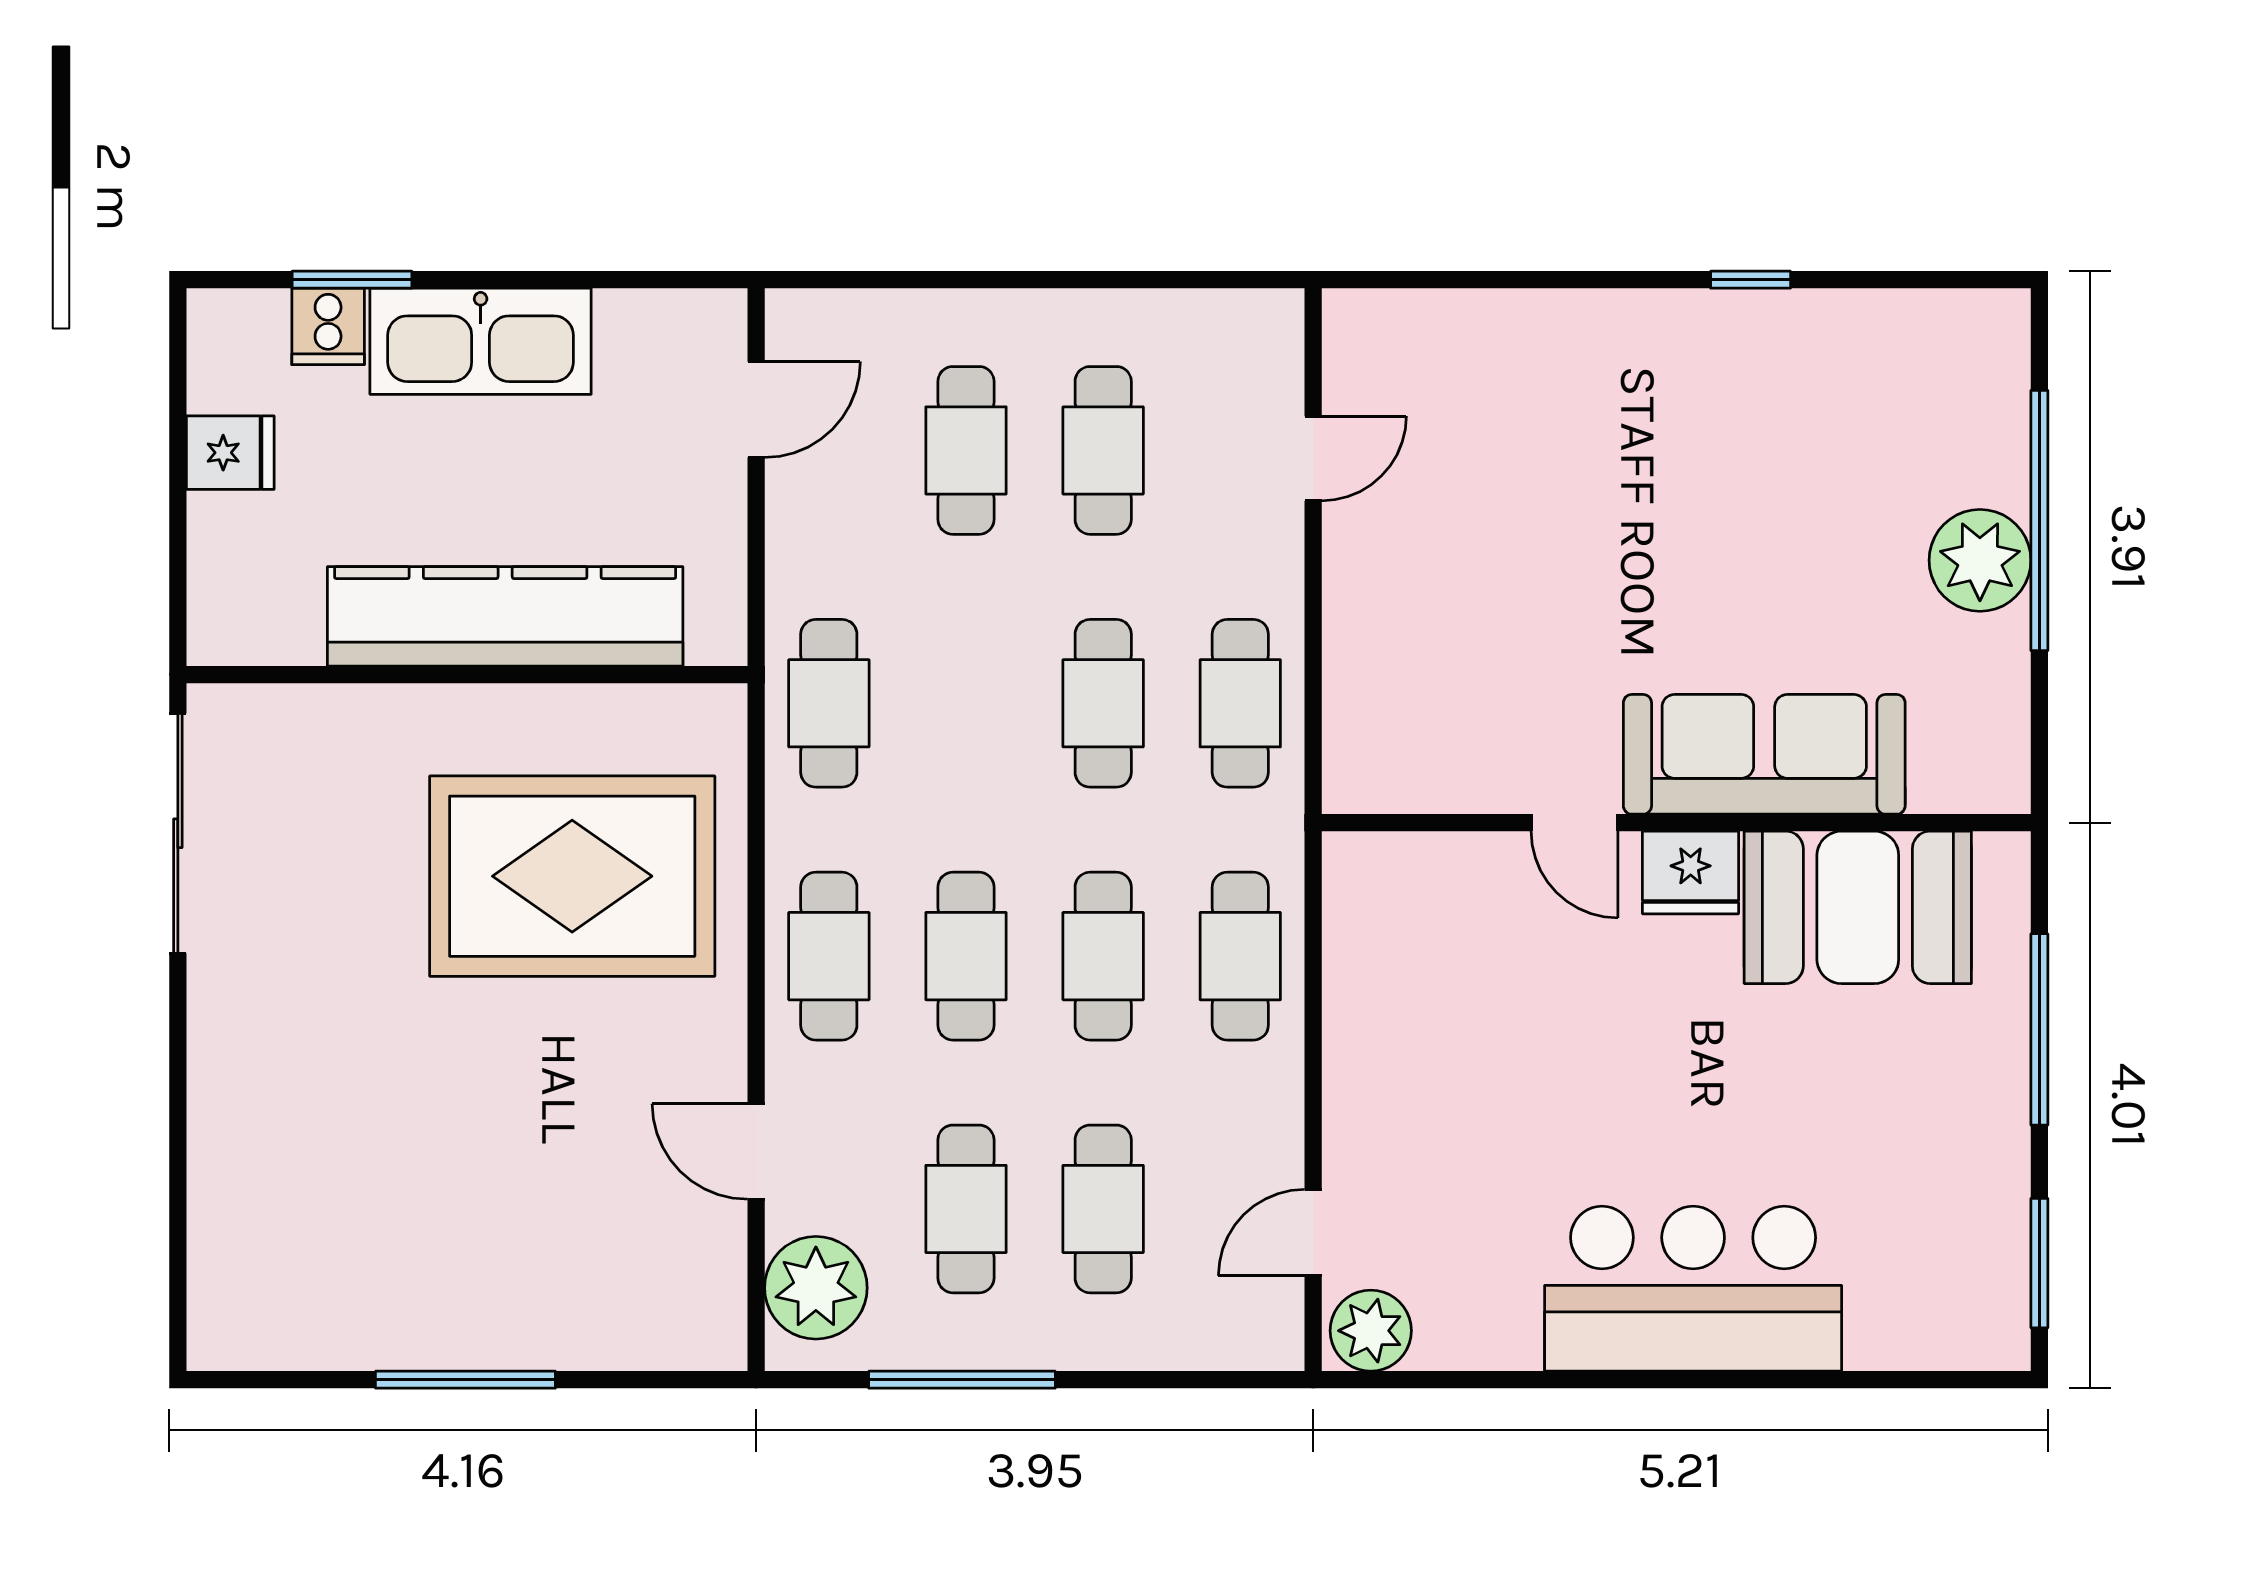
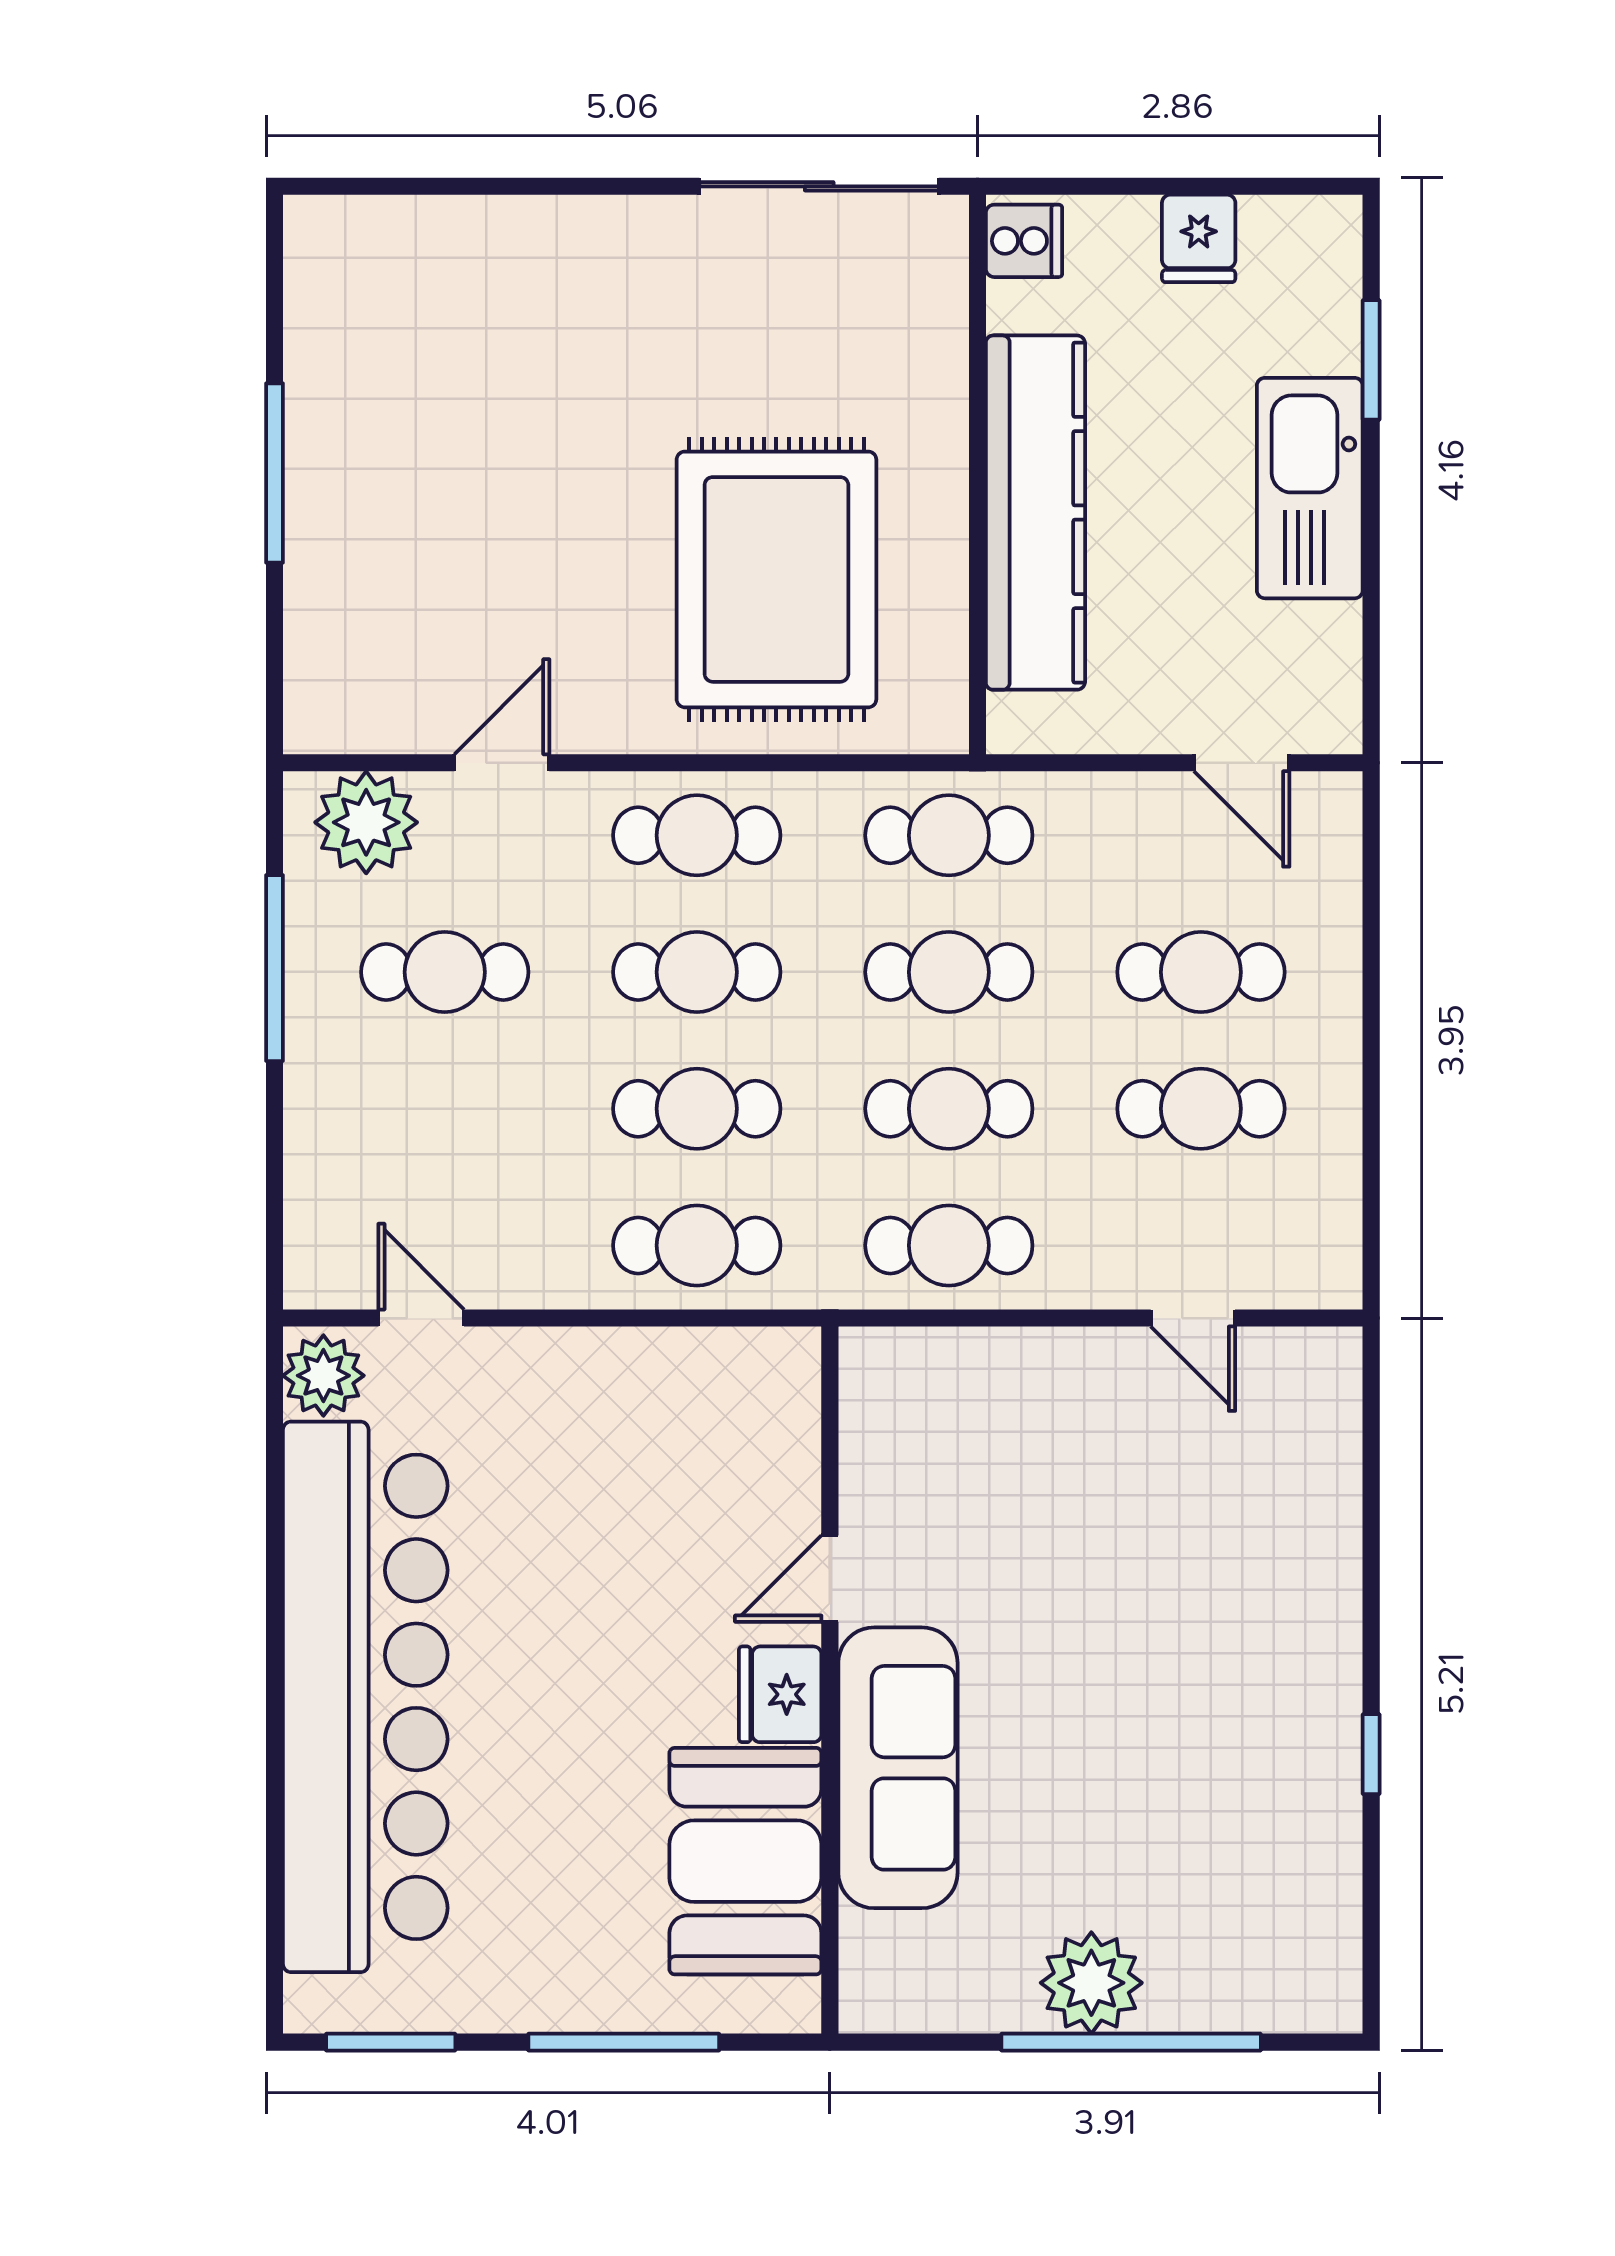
cooker: (328, 326) -> (1024, 241), moved, turned 180
cafe table: (1103, 1209) -> (949, 972), moved
bar counter: (1693, 1289) -> (365, 1697), width x1.86

